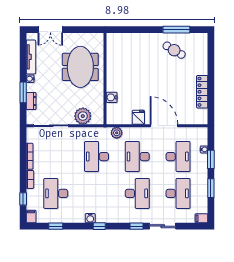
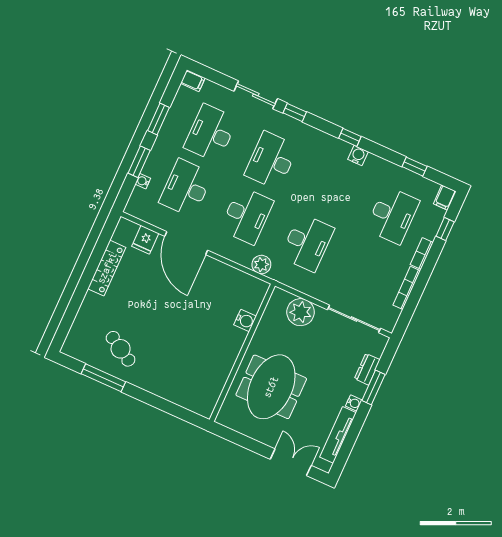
fridge: (138, 117) -> (145, 240), moved

